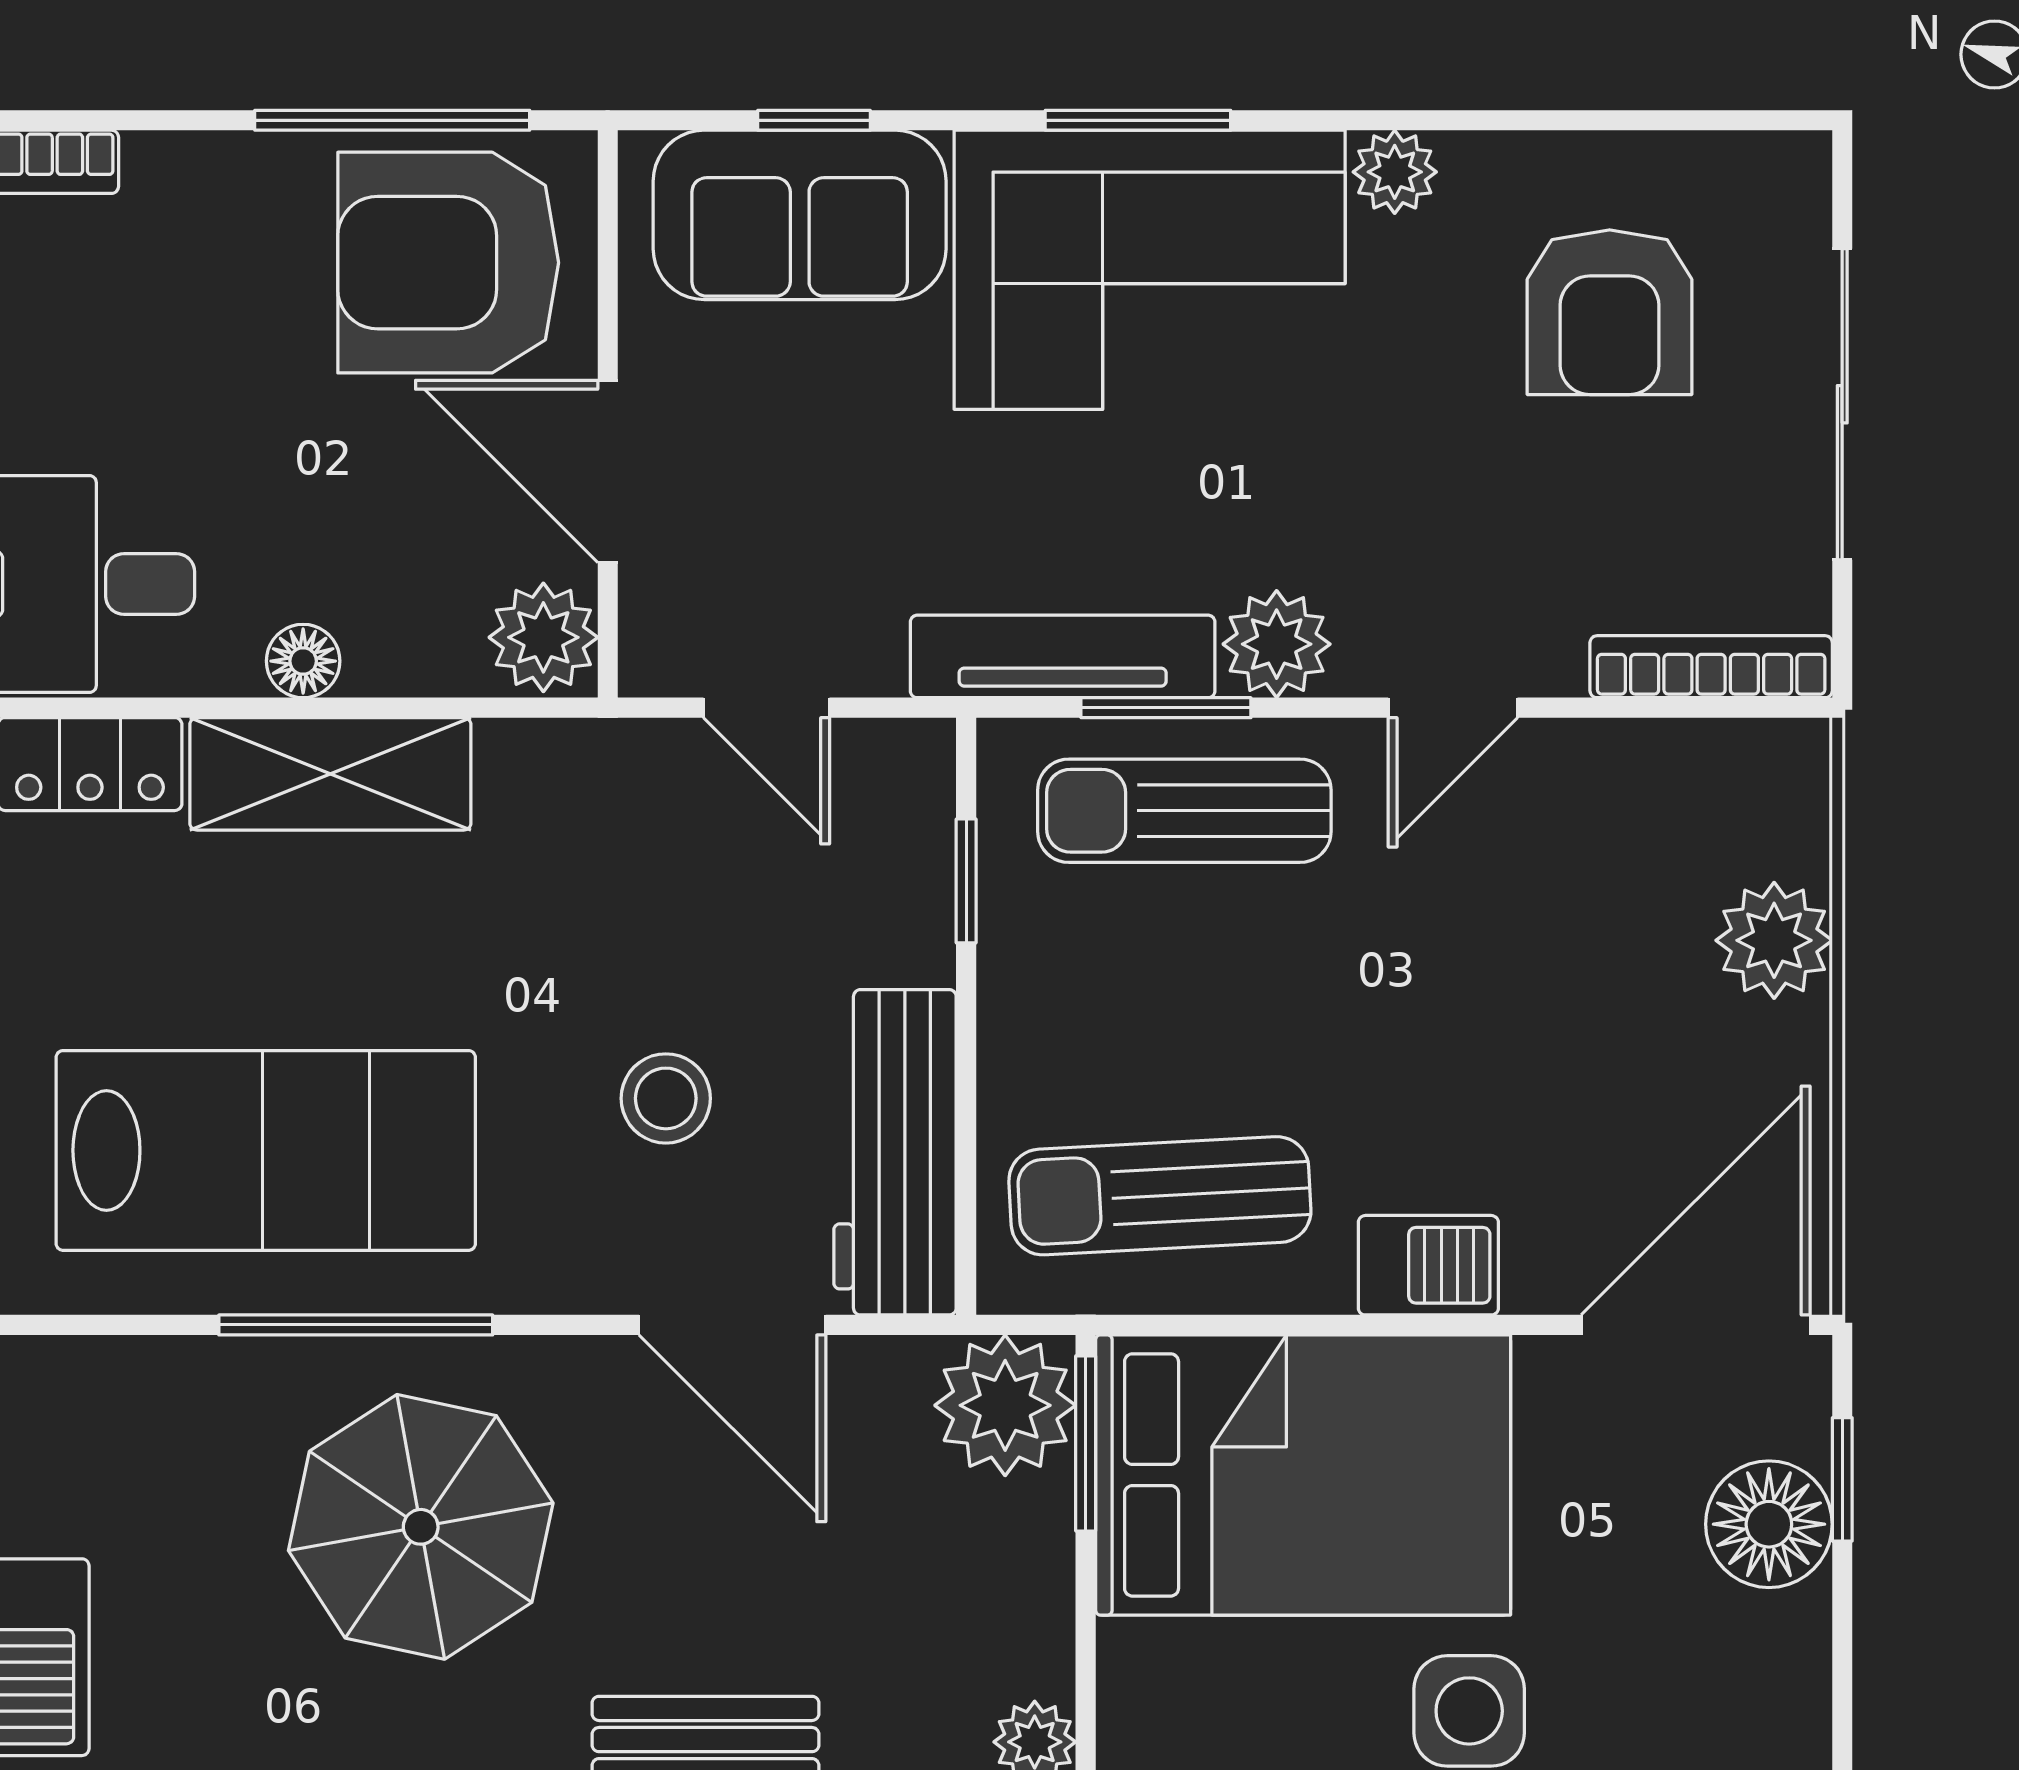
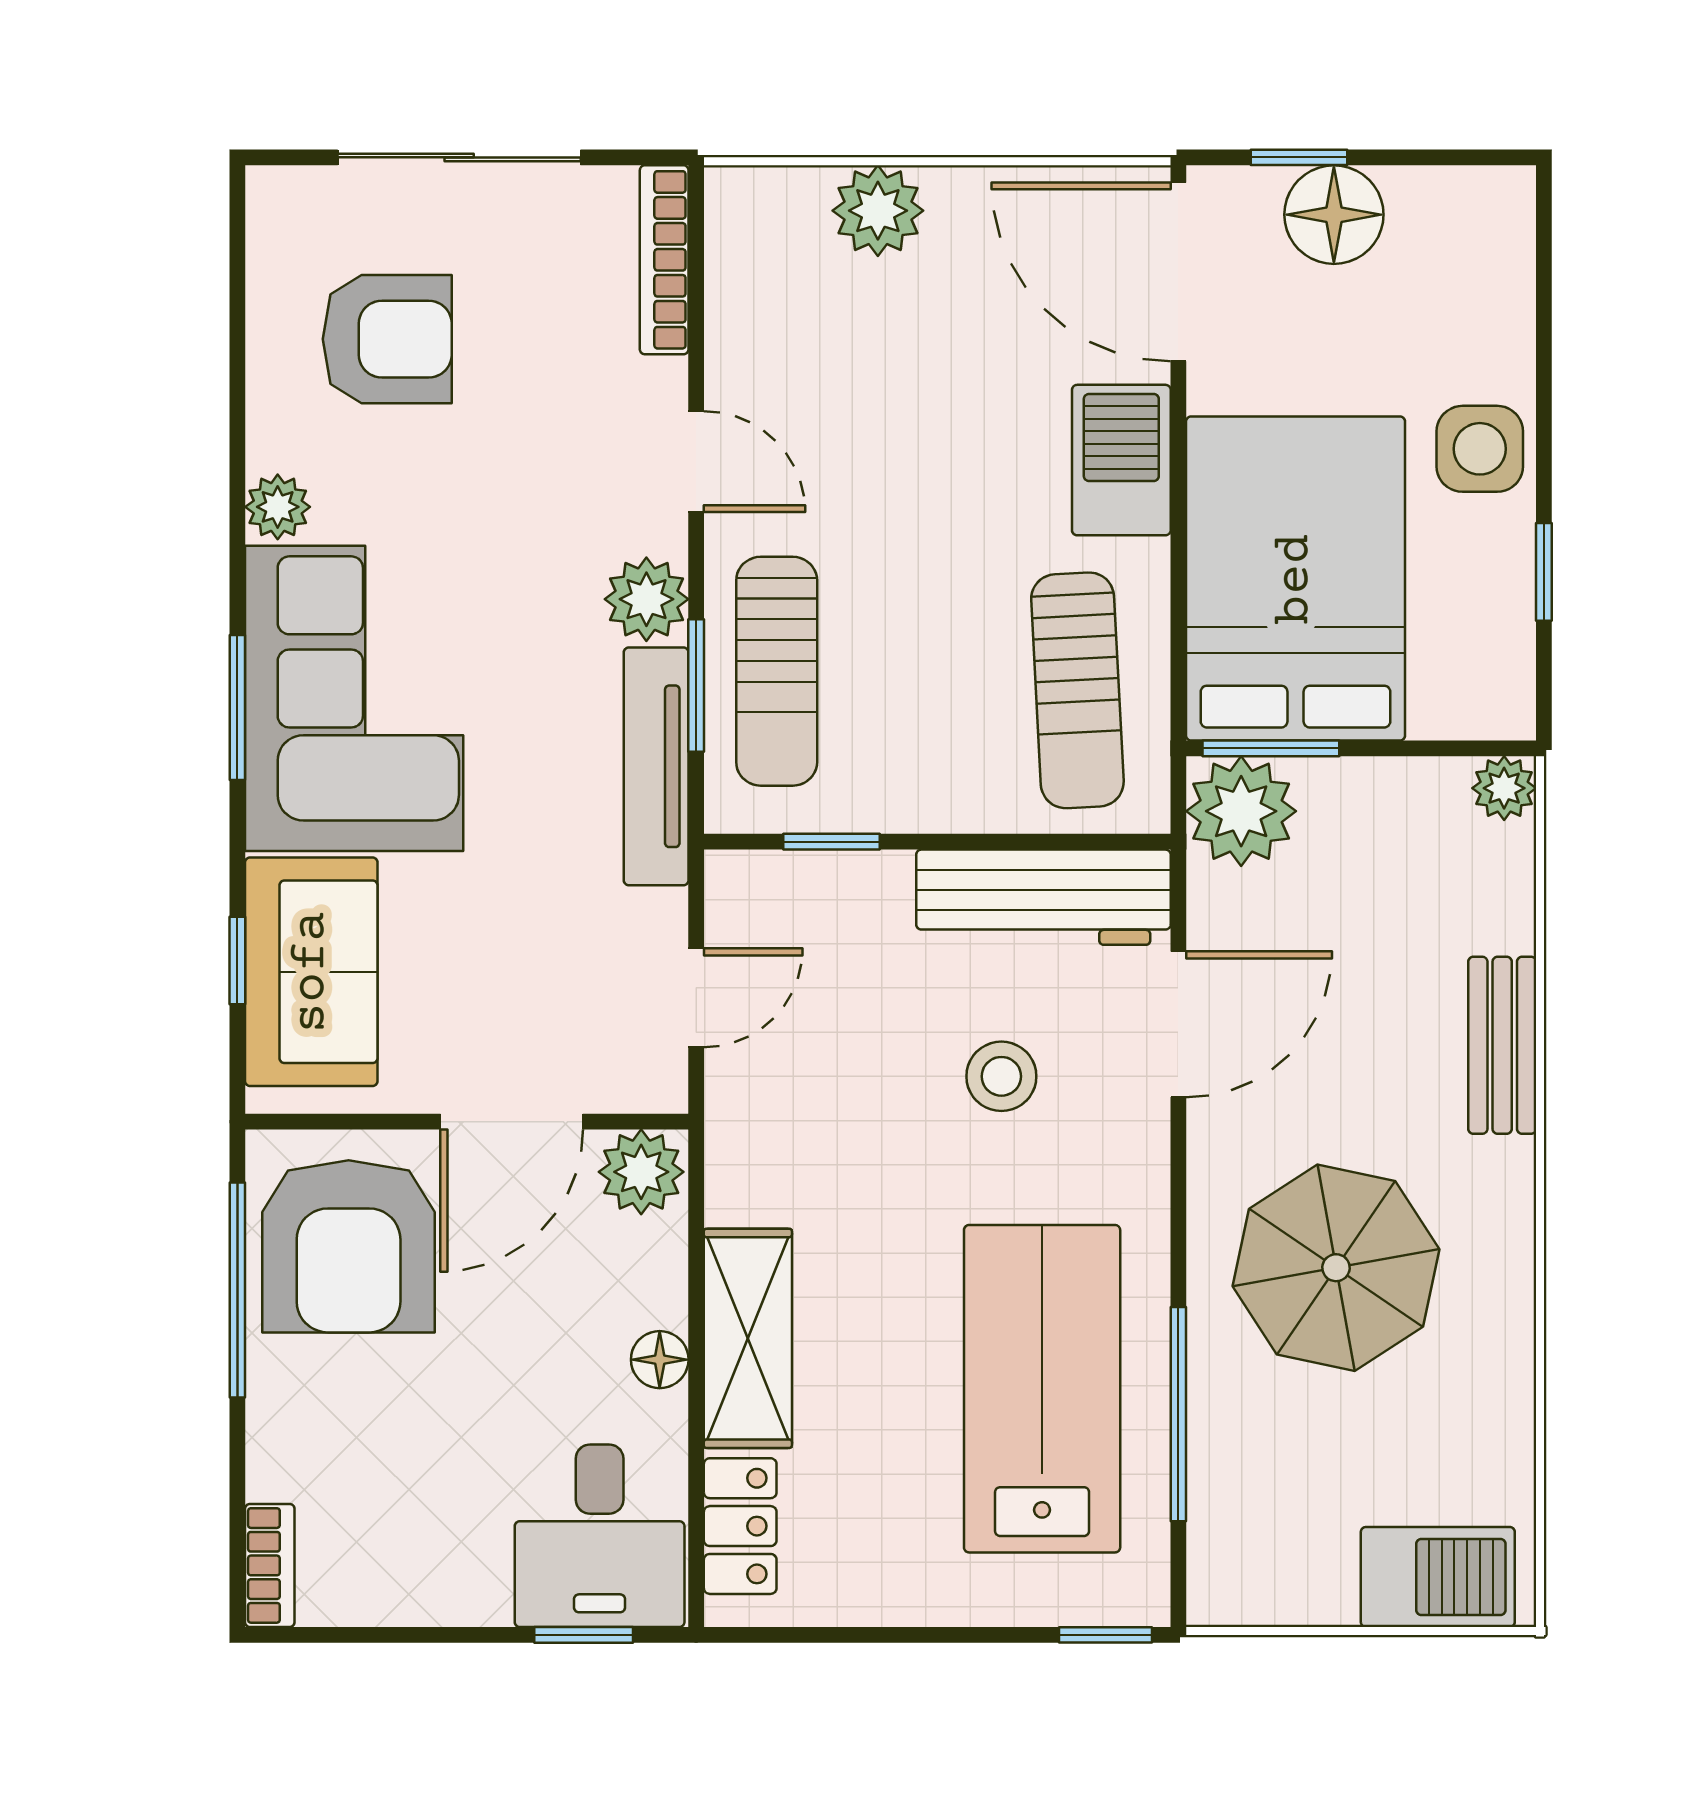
barbecue: (1428, 1265) -> (1121, 460), width x1.38, depth x1.27
window: (356, 1325) -> (1178, 1414), moved

